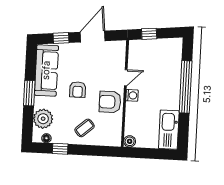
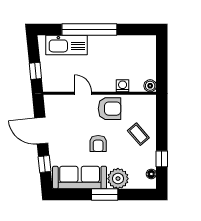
armchair: (78, 90) -> (98, 144), turned 90
washing machine: (132, 95) -> (123, 86), moved
armchair: (110, 102) -> (110, 109), turned -90
plant: (43, 119) -> (118, 179), moved
kitchen sink: (169, 130) -> (67, 45), moved

